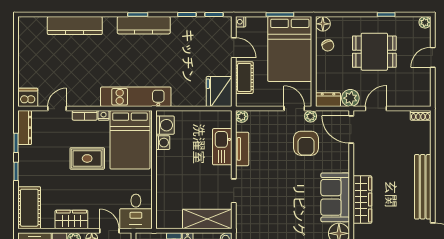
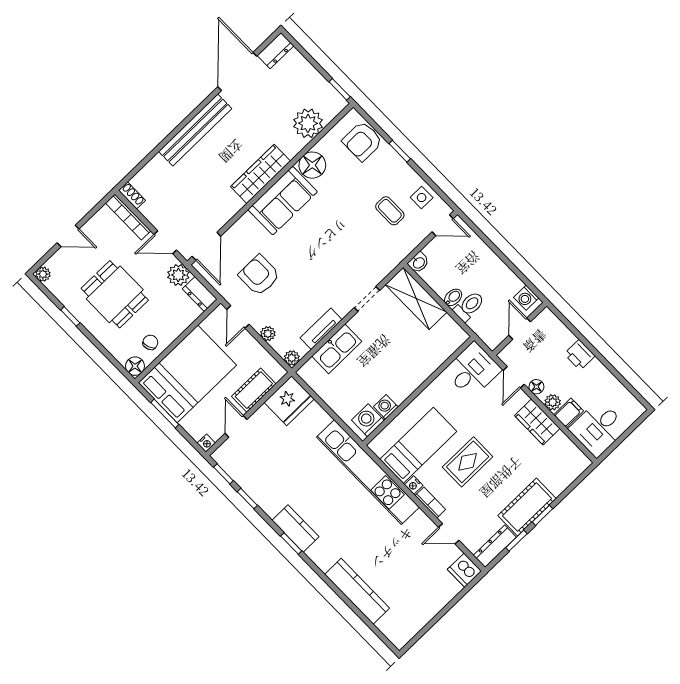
kitchen counter: (144, 25) -> (295, 528), width x0.67
kitchen unit: (136, 97) -> (368, 472), width x1.36
bookcase: (410, 101) -> (128, 217), added
plant: (311, 116) -> (268, 334), moved
bed: (130, 140) -> (418, 445), width x0.67
armchair: (306, 143) -> (259, 275), turned -90
rug: (87, 158) -> (468, 462), turned 90
cot: (29, 208) -> (527, 507), moved

